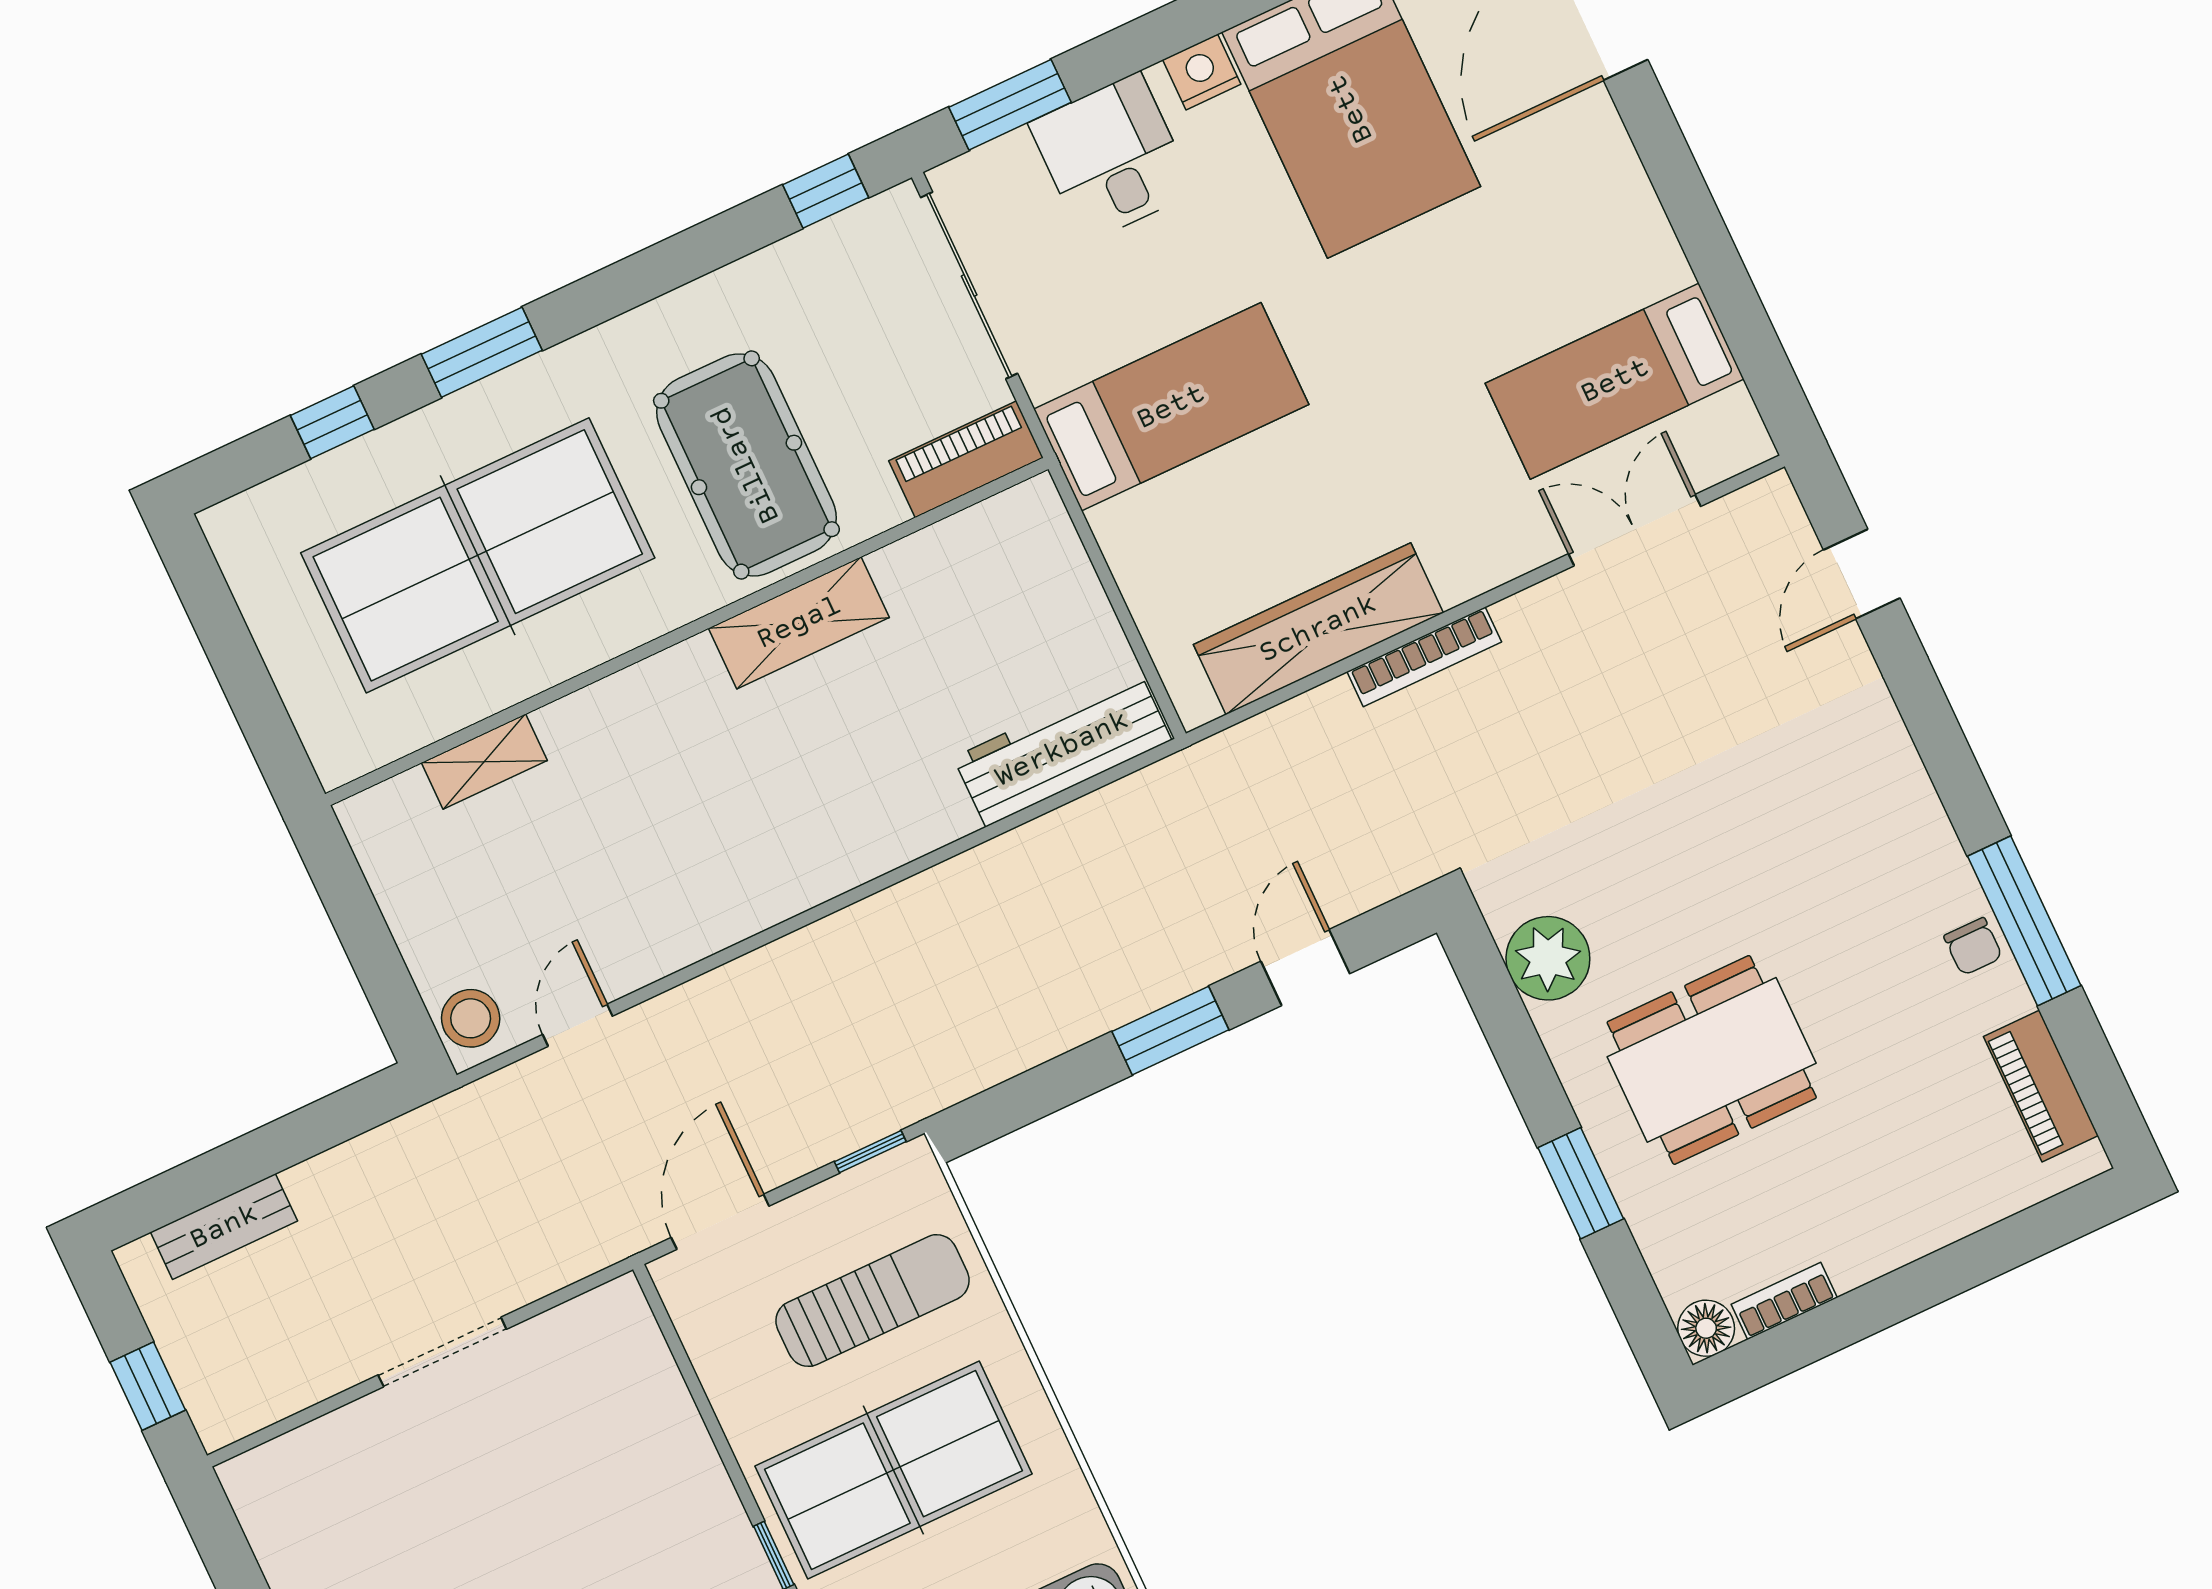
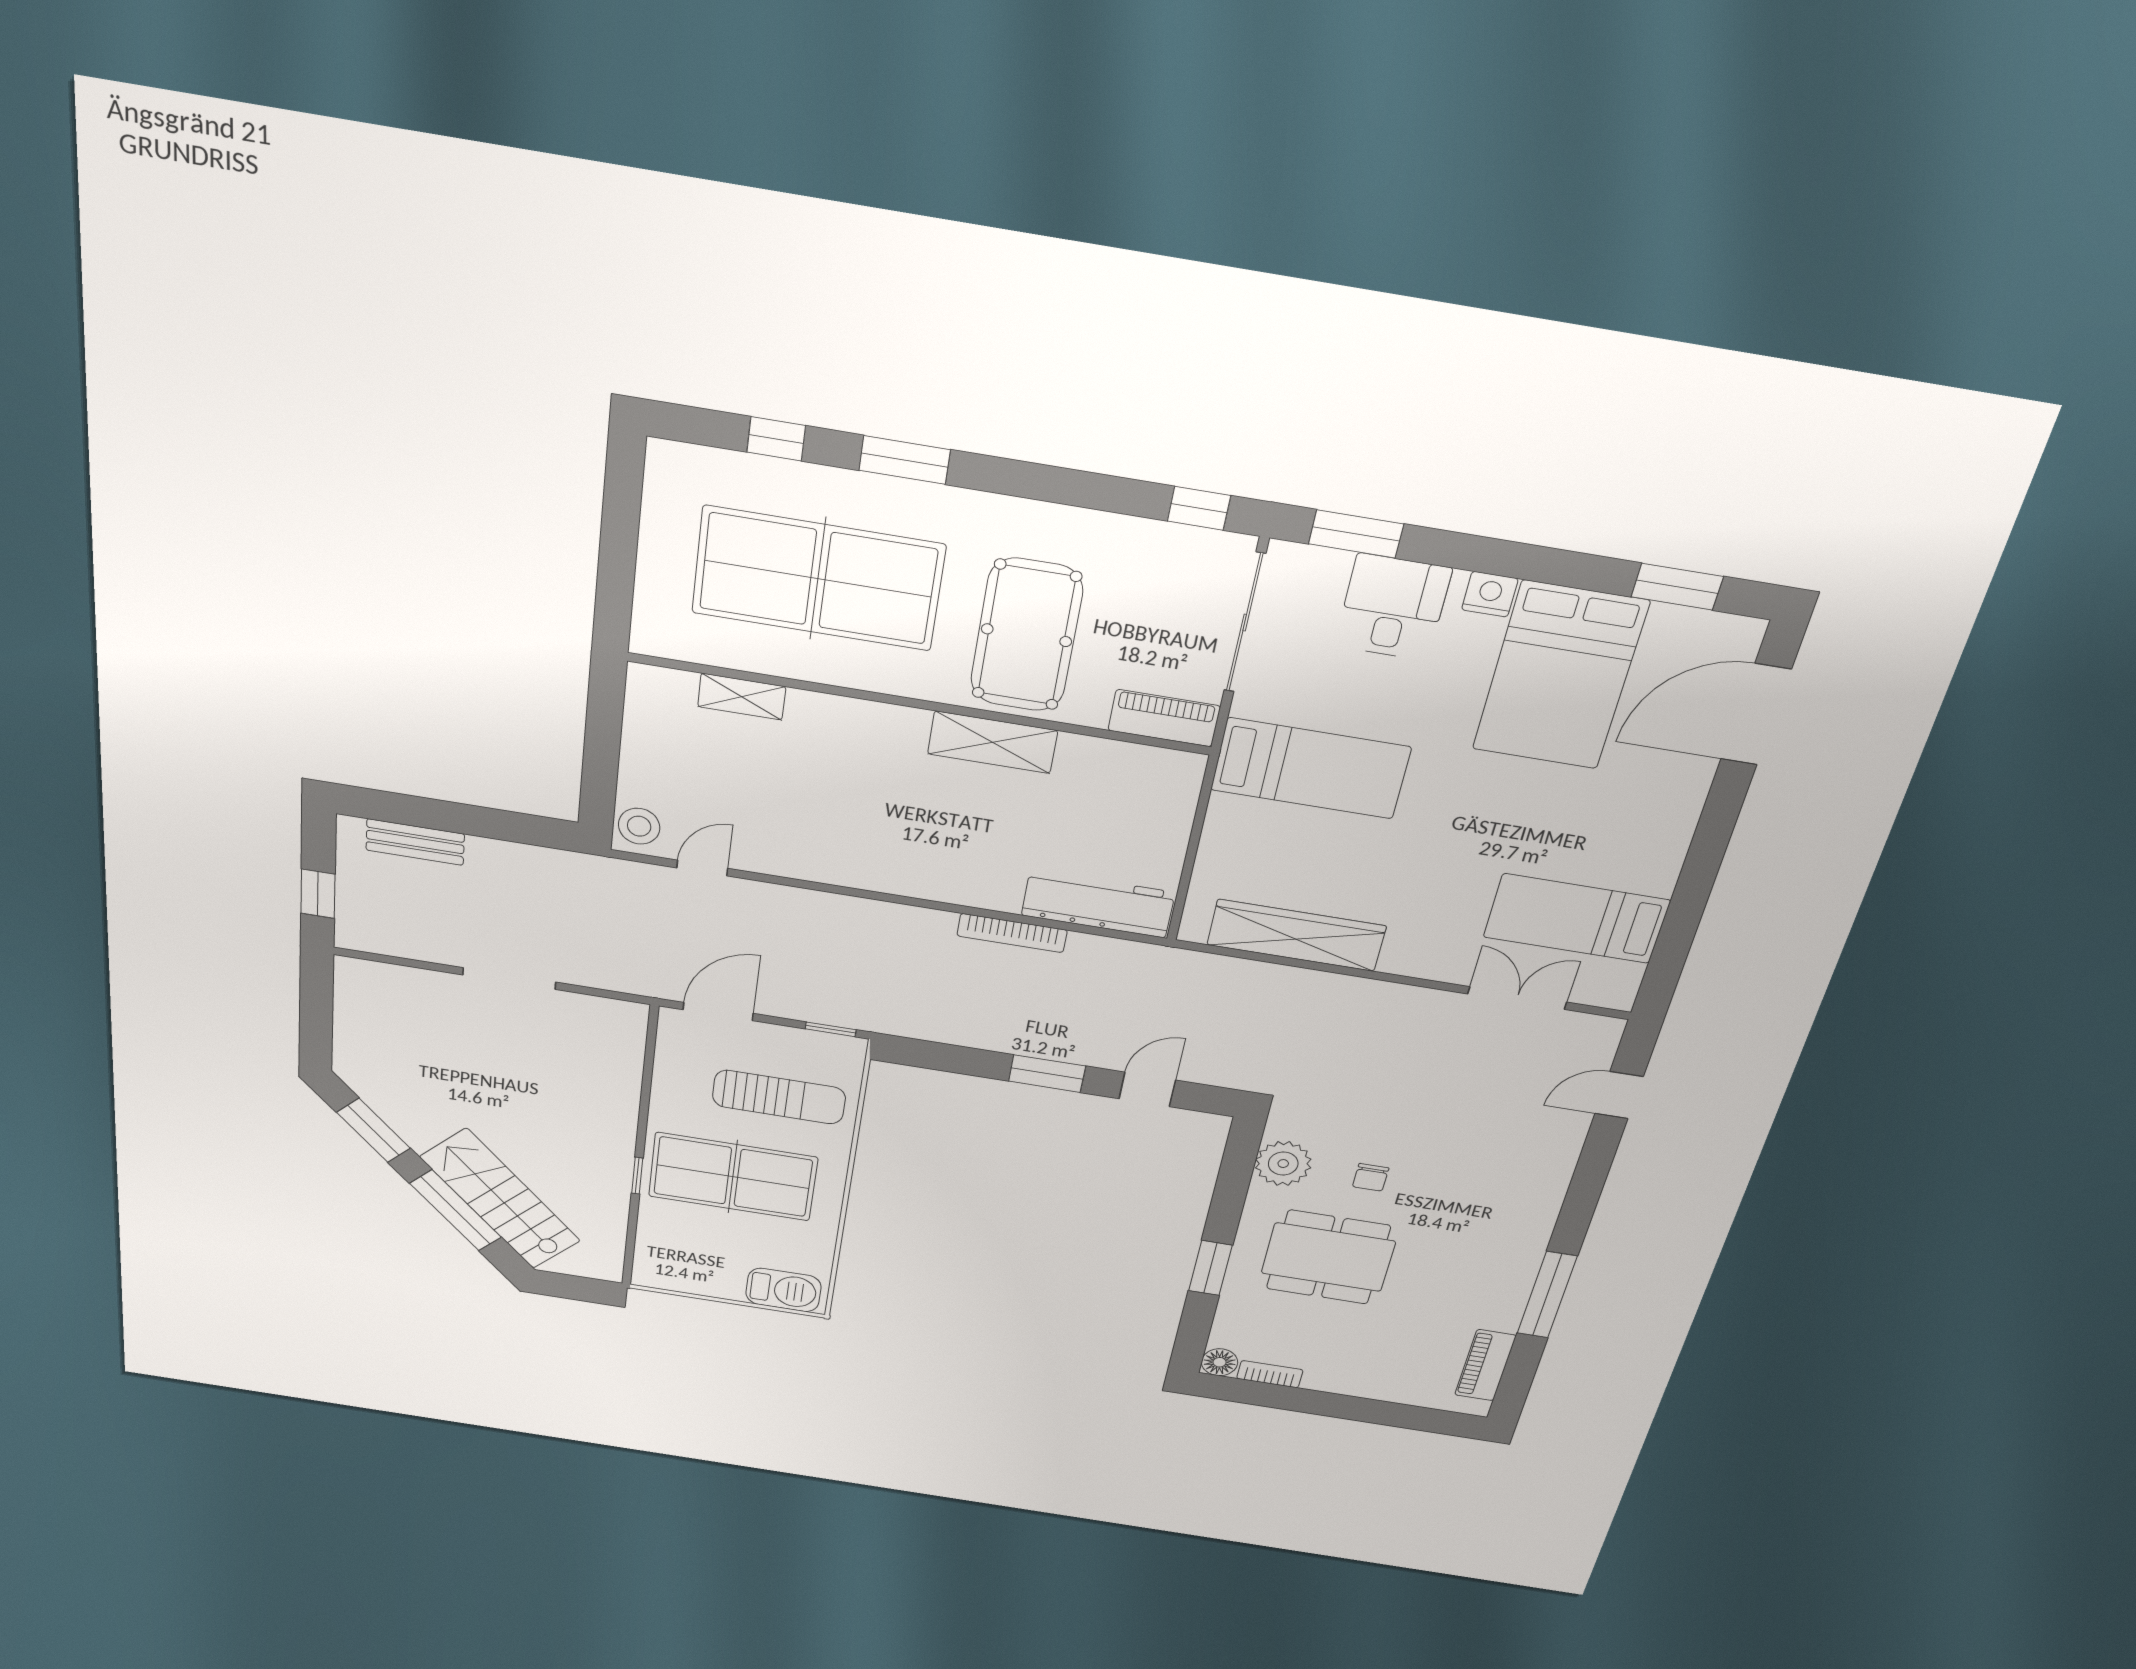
bookcase: (1424, 657) -> (1012, 933), moved
chair: (1973, 946) -> (1371, 1177), moved

